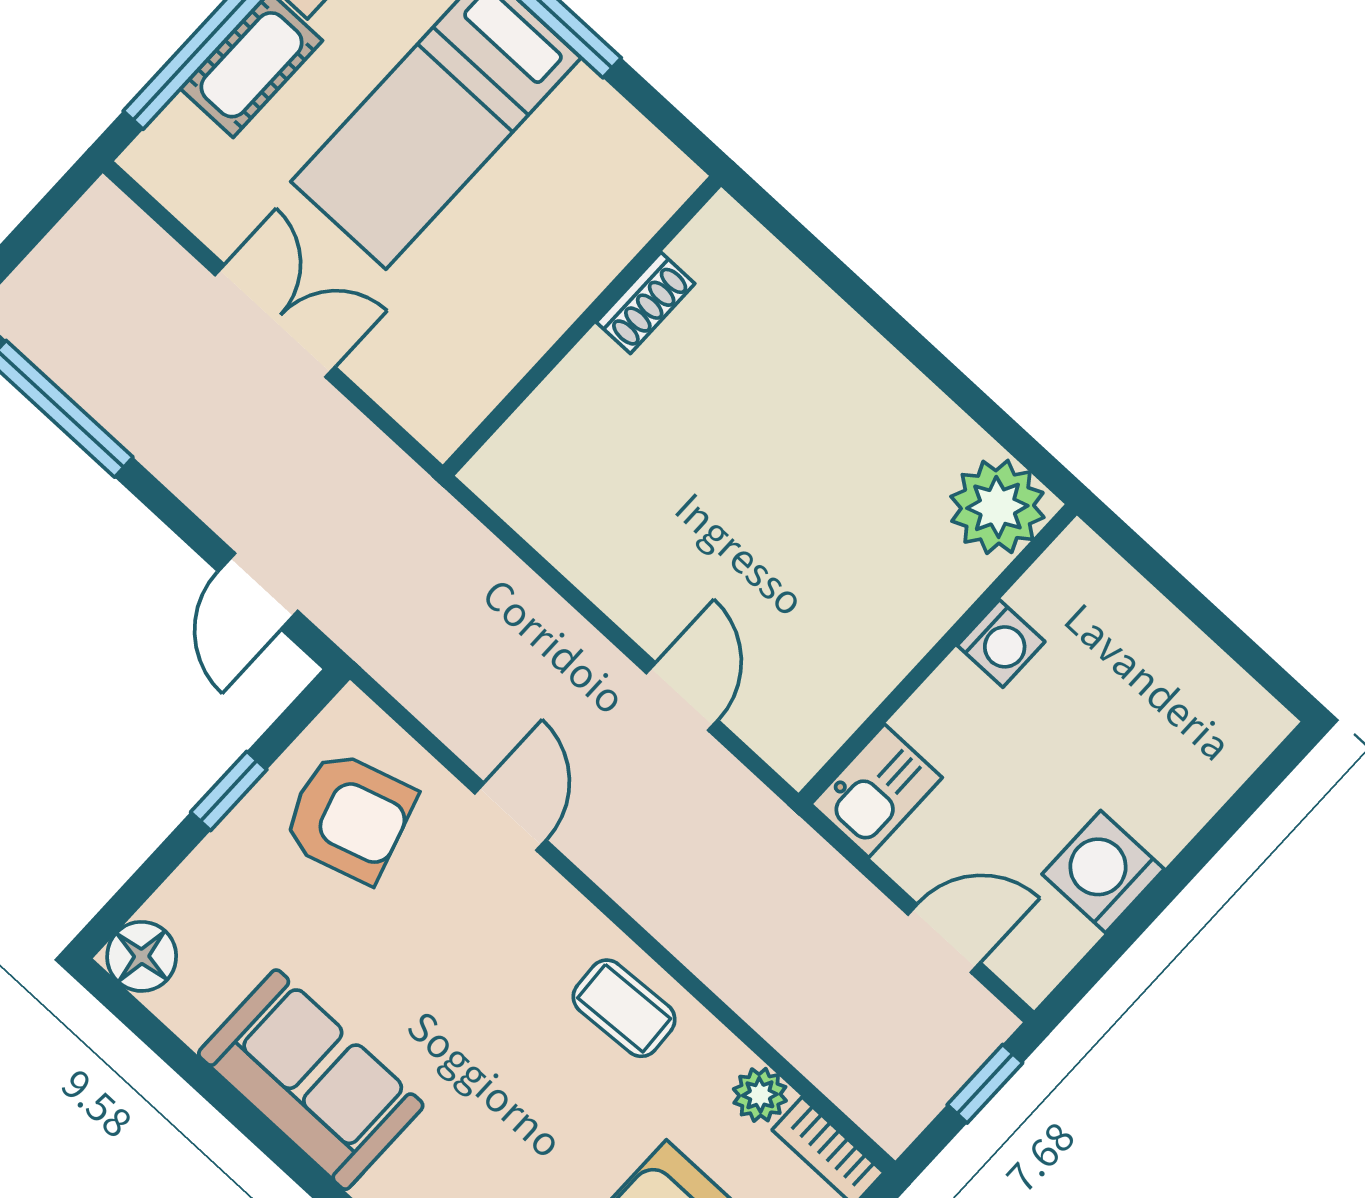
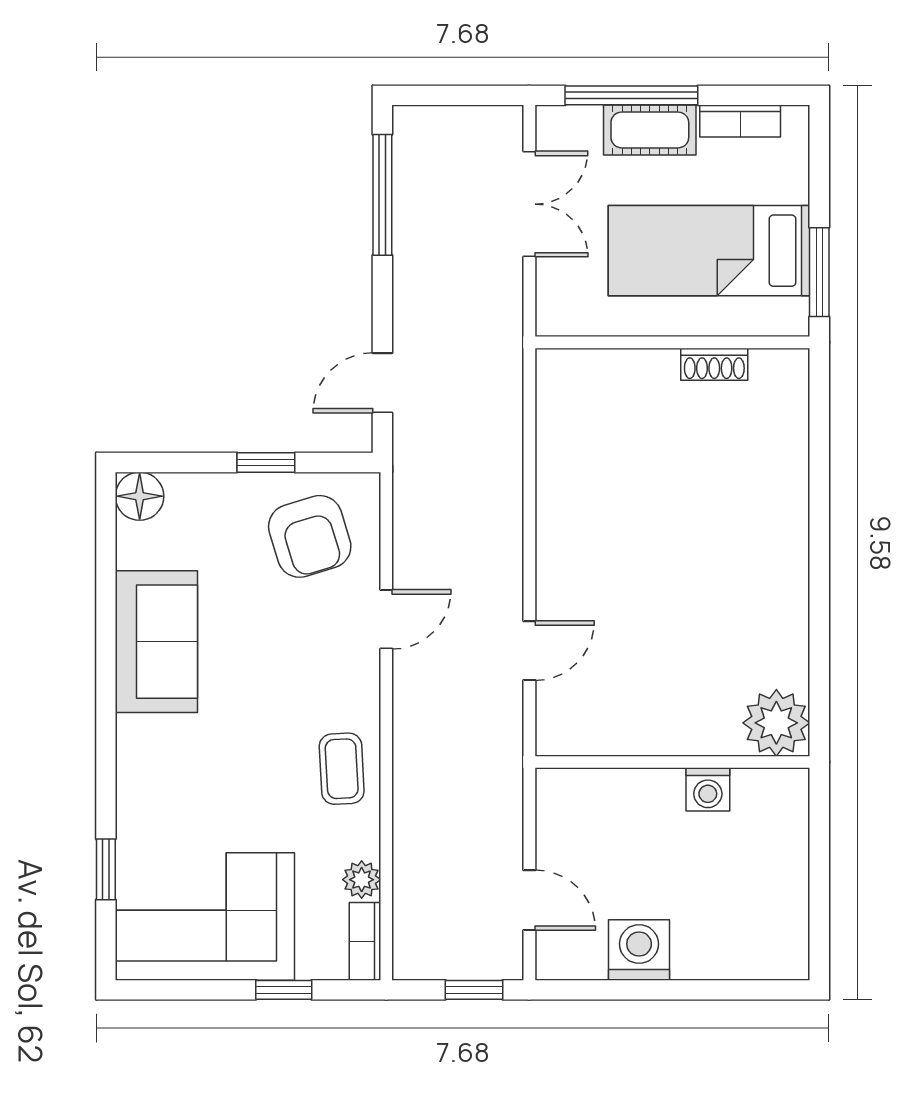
shoe rack: (646, 303) -> (714, 364), moved
double door: (275, 321) -> (529, 204), moved
wall: (582, 326) -> (672, 342), moved
kitchen sink: (877, 791) -> (573, 795), removed

